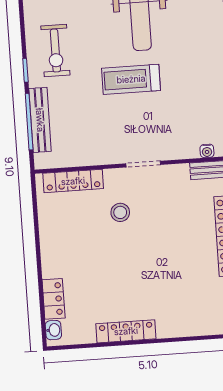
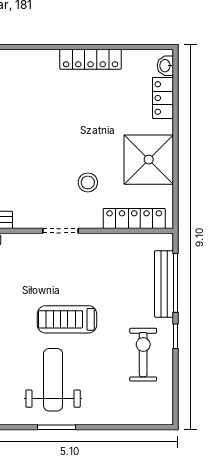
treadmill: (131, 79) -> (67, 319), turned 180
shower: (63, 239) -> (149, 160), added

